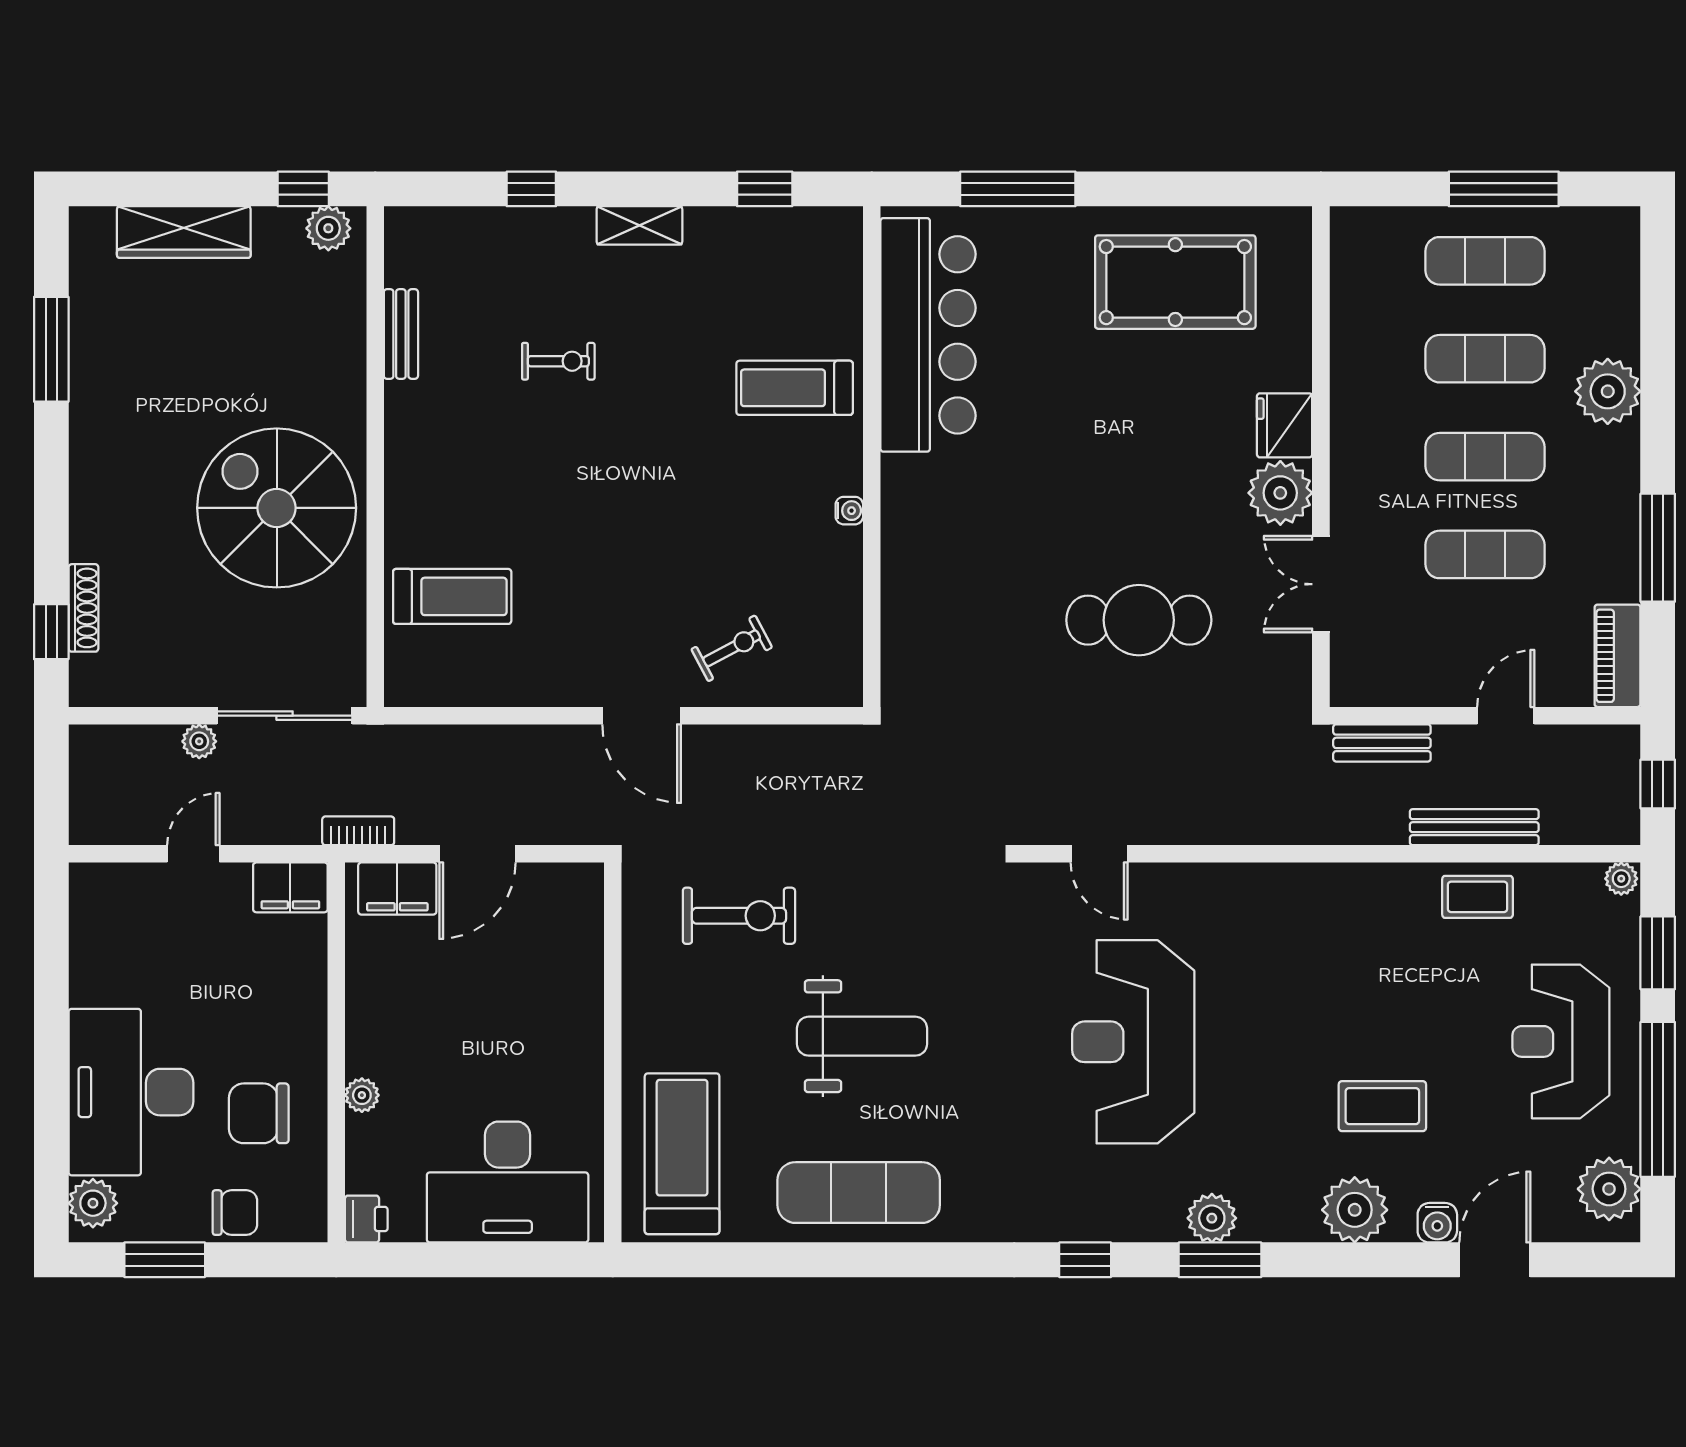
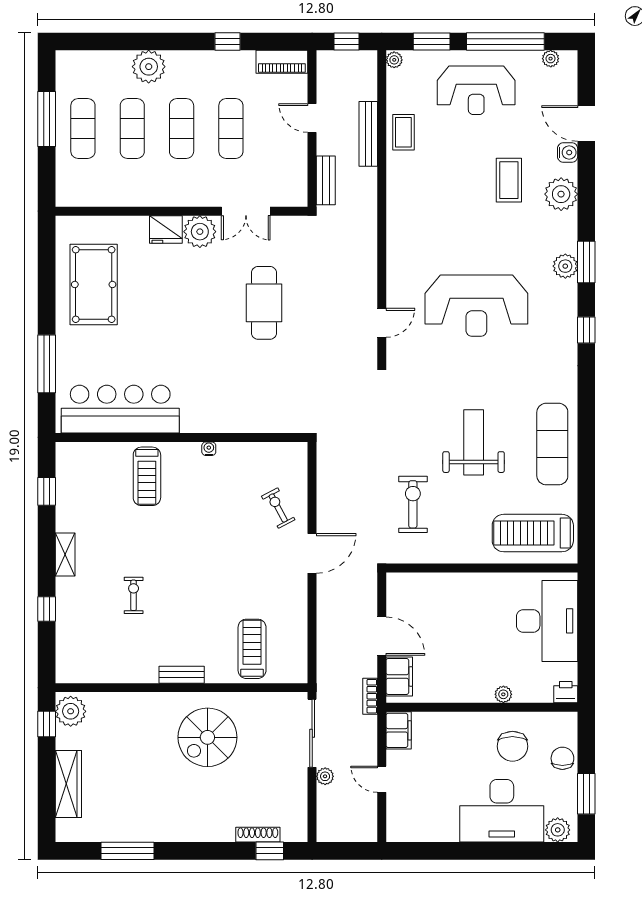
plant: (328, 228) -> (71, 711), width x1.36, depth x1.36
bench: (401, 334) -> (182, 675), moved
spiral stairs: (277, 508) -> (207, 737), width x0.73, depth x0.73
window: (1658, 548) -> (227, 41), width x0.46
plant: (1609, 1189) -> (551, 59), width x0.53, depth x0.53

